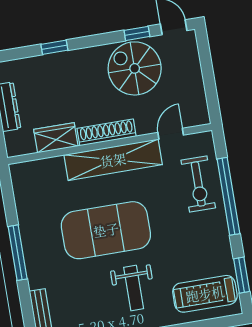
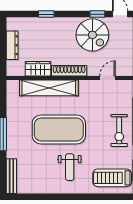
spiral stairs: (135, 68) -> (92, 35), turned 180
shelving: (113, 160) -> (49, 88), moved
exercise bike: (198, 184) -> (119, 130), moved

